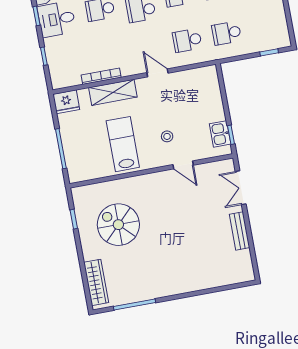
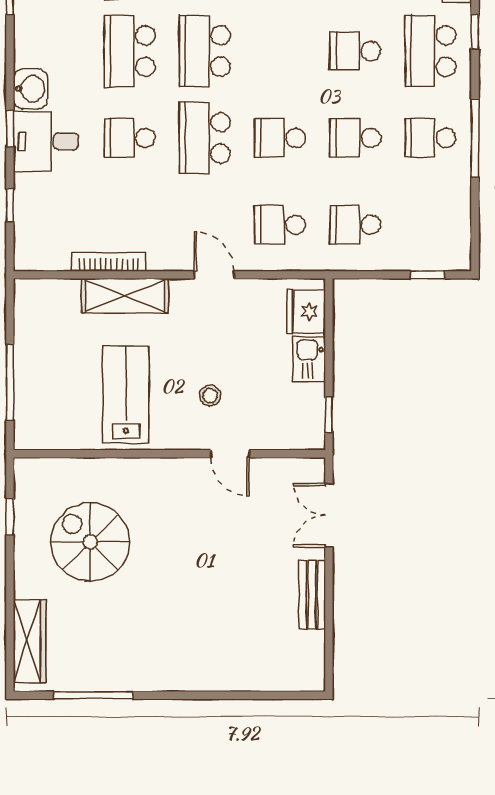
fridge: (66, 102) -> (306, 312), moved, turned 90
kitchen sink: (220, 134) -> (309, 359), moved

